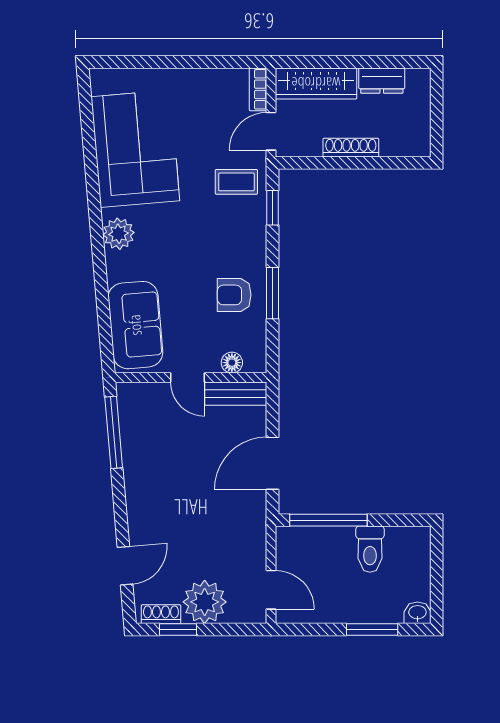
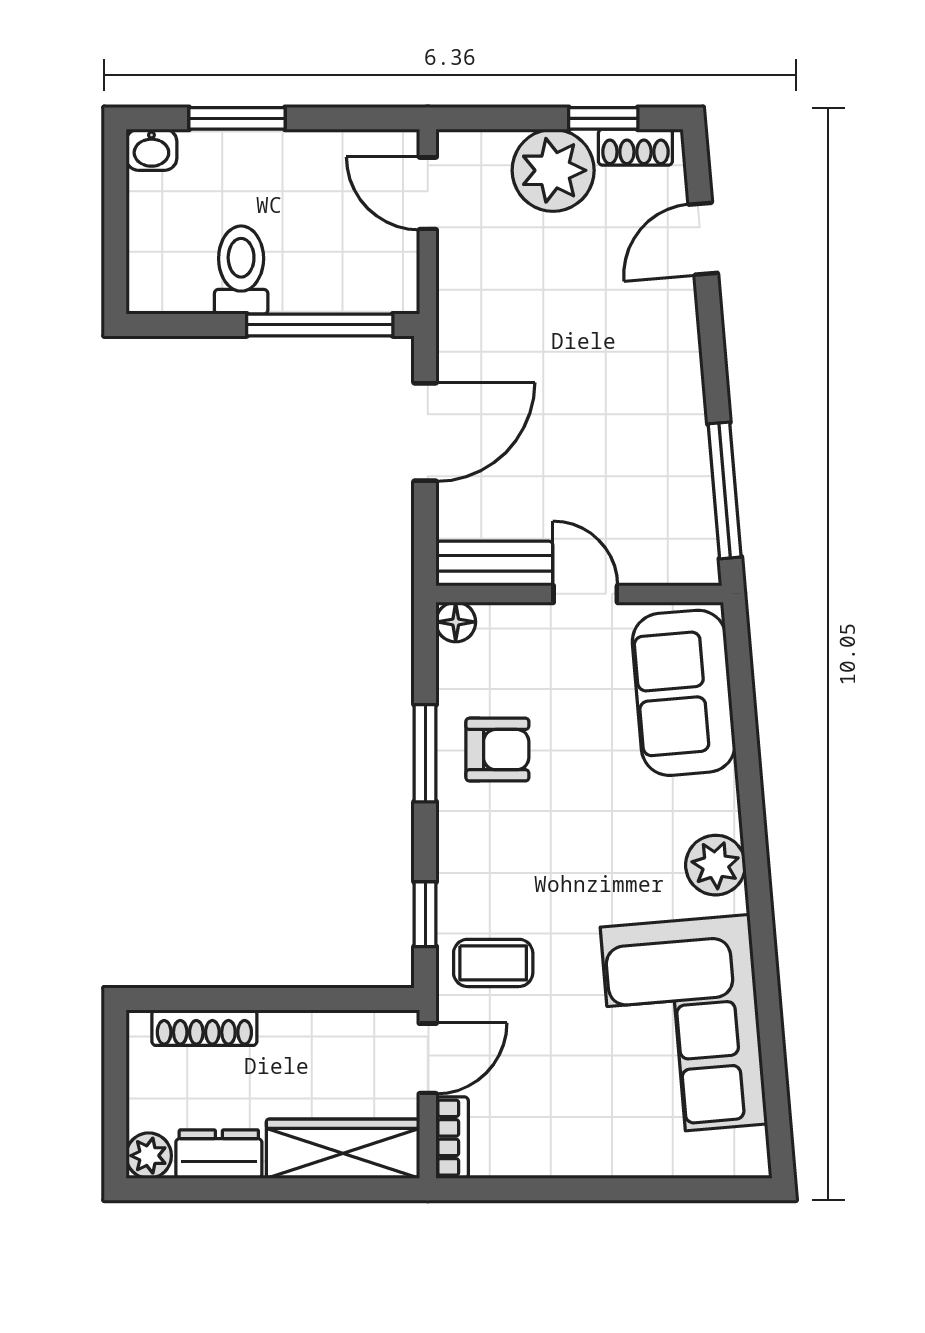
plant: (419, 80) -> (149, 1156), added
shoe rack: (351, 148) -> (204, 1028), moved
floor lamp: (232, 363) -> (456, 622), moved

